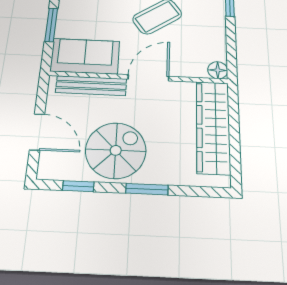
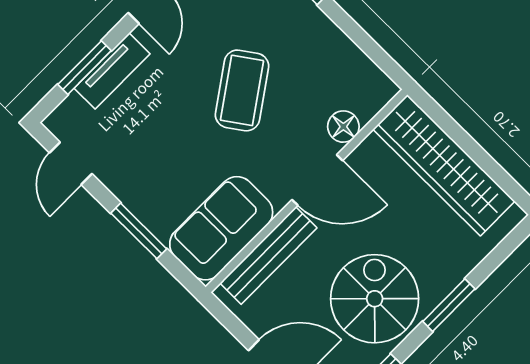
floor lamp: (218, 70) -> (343, 127), moved
door: (148, 78) -> (317, 180), swing flipped

